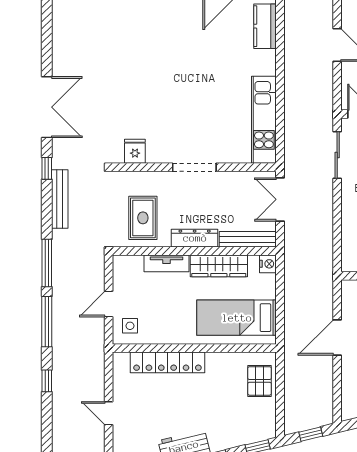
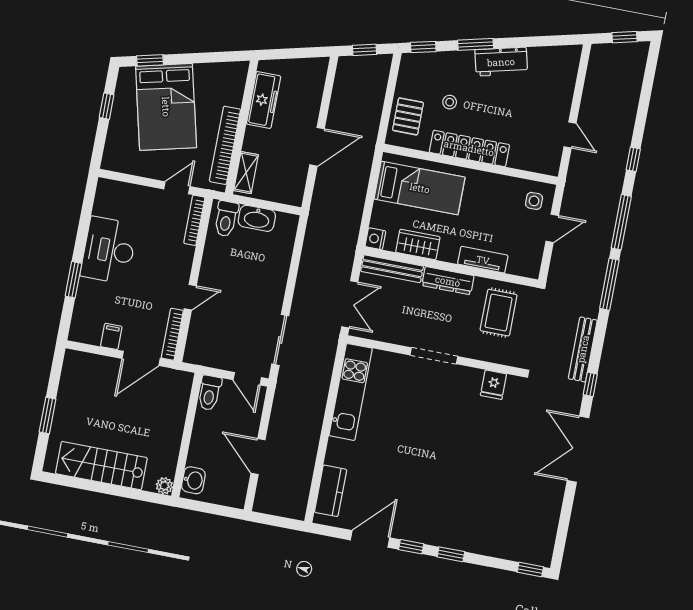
wardrobe: (219, 266) -> (418, 245), width x0.67
locker: (167, 362) -> (469, 148), moved
stool: (224, 401) -> (450, 102), added
door: (109, 413) -> (570, 135), moved

